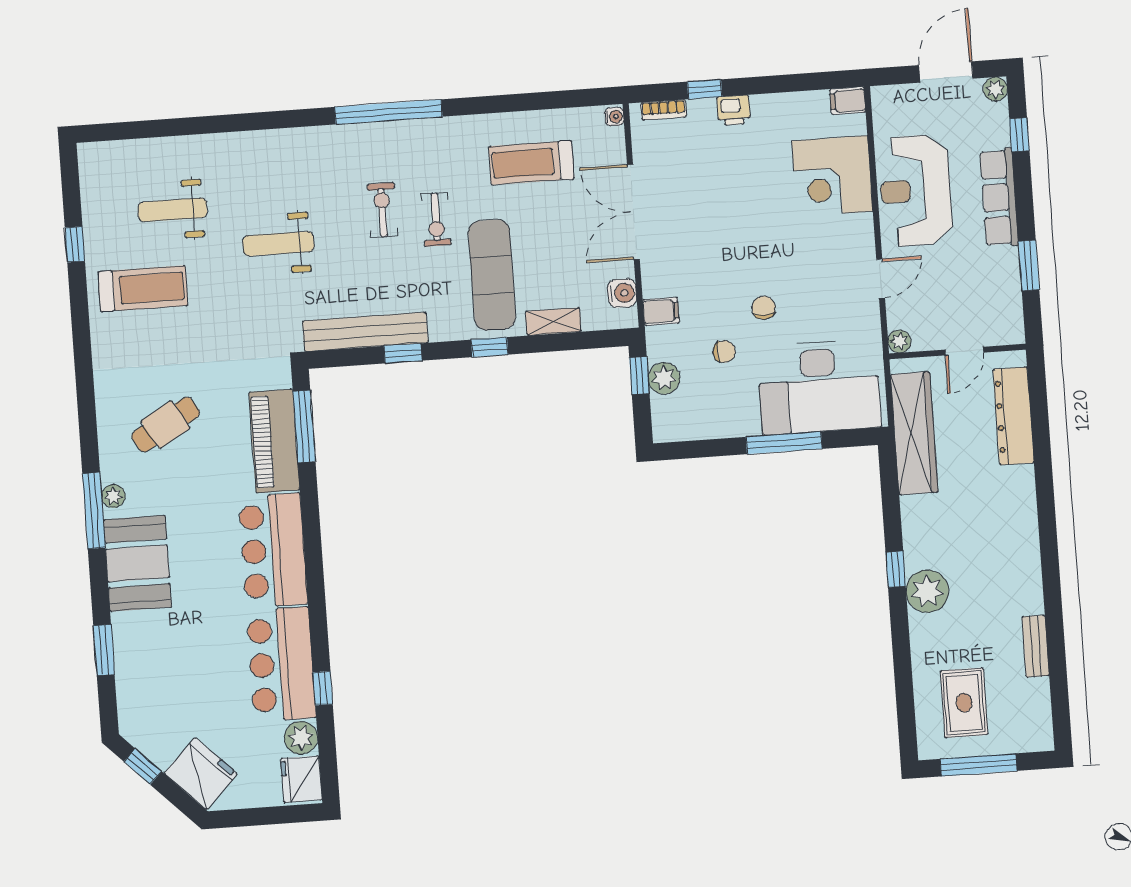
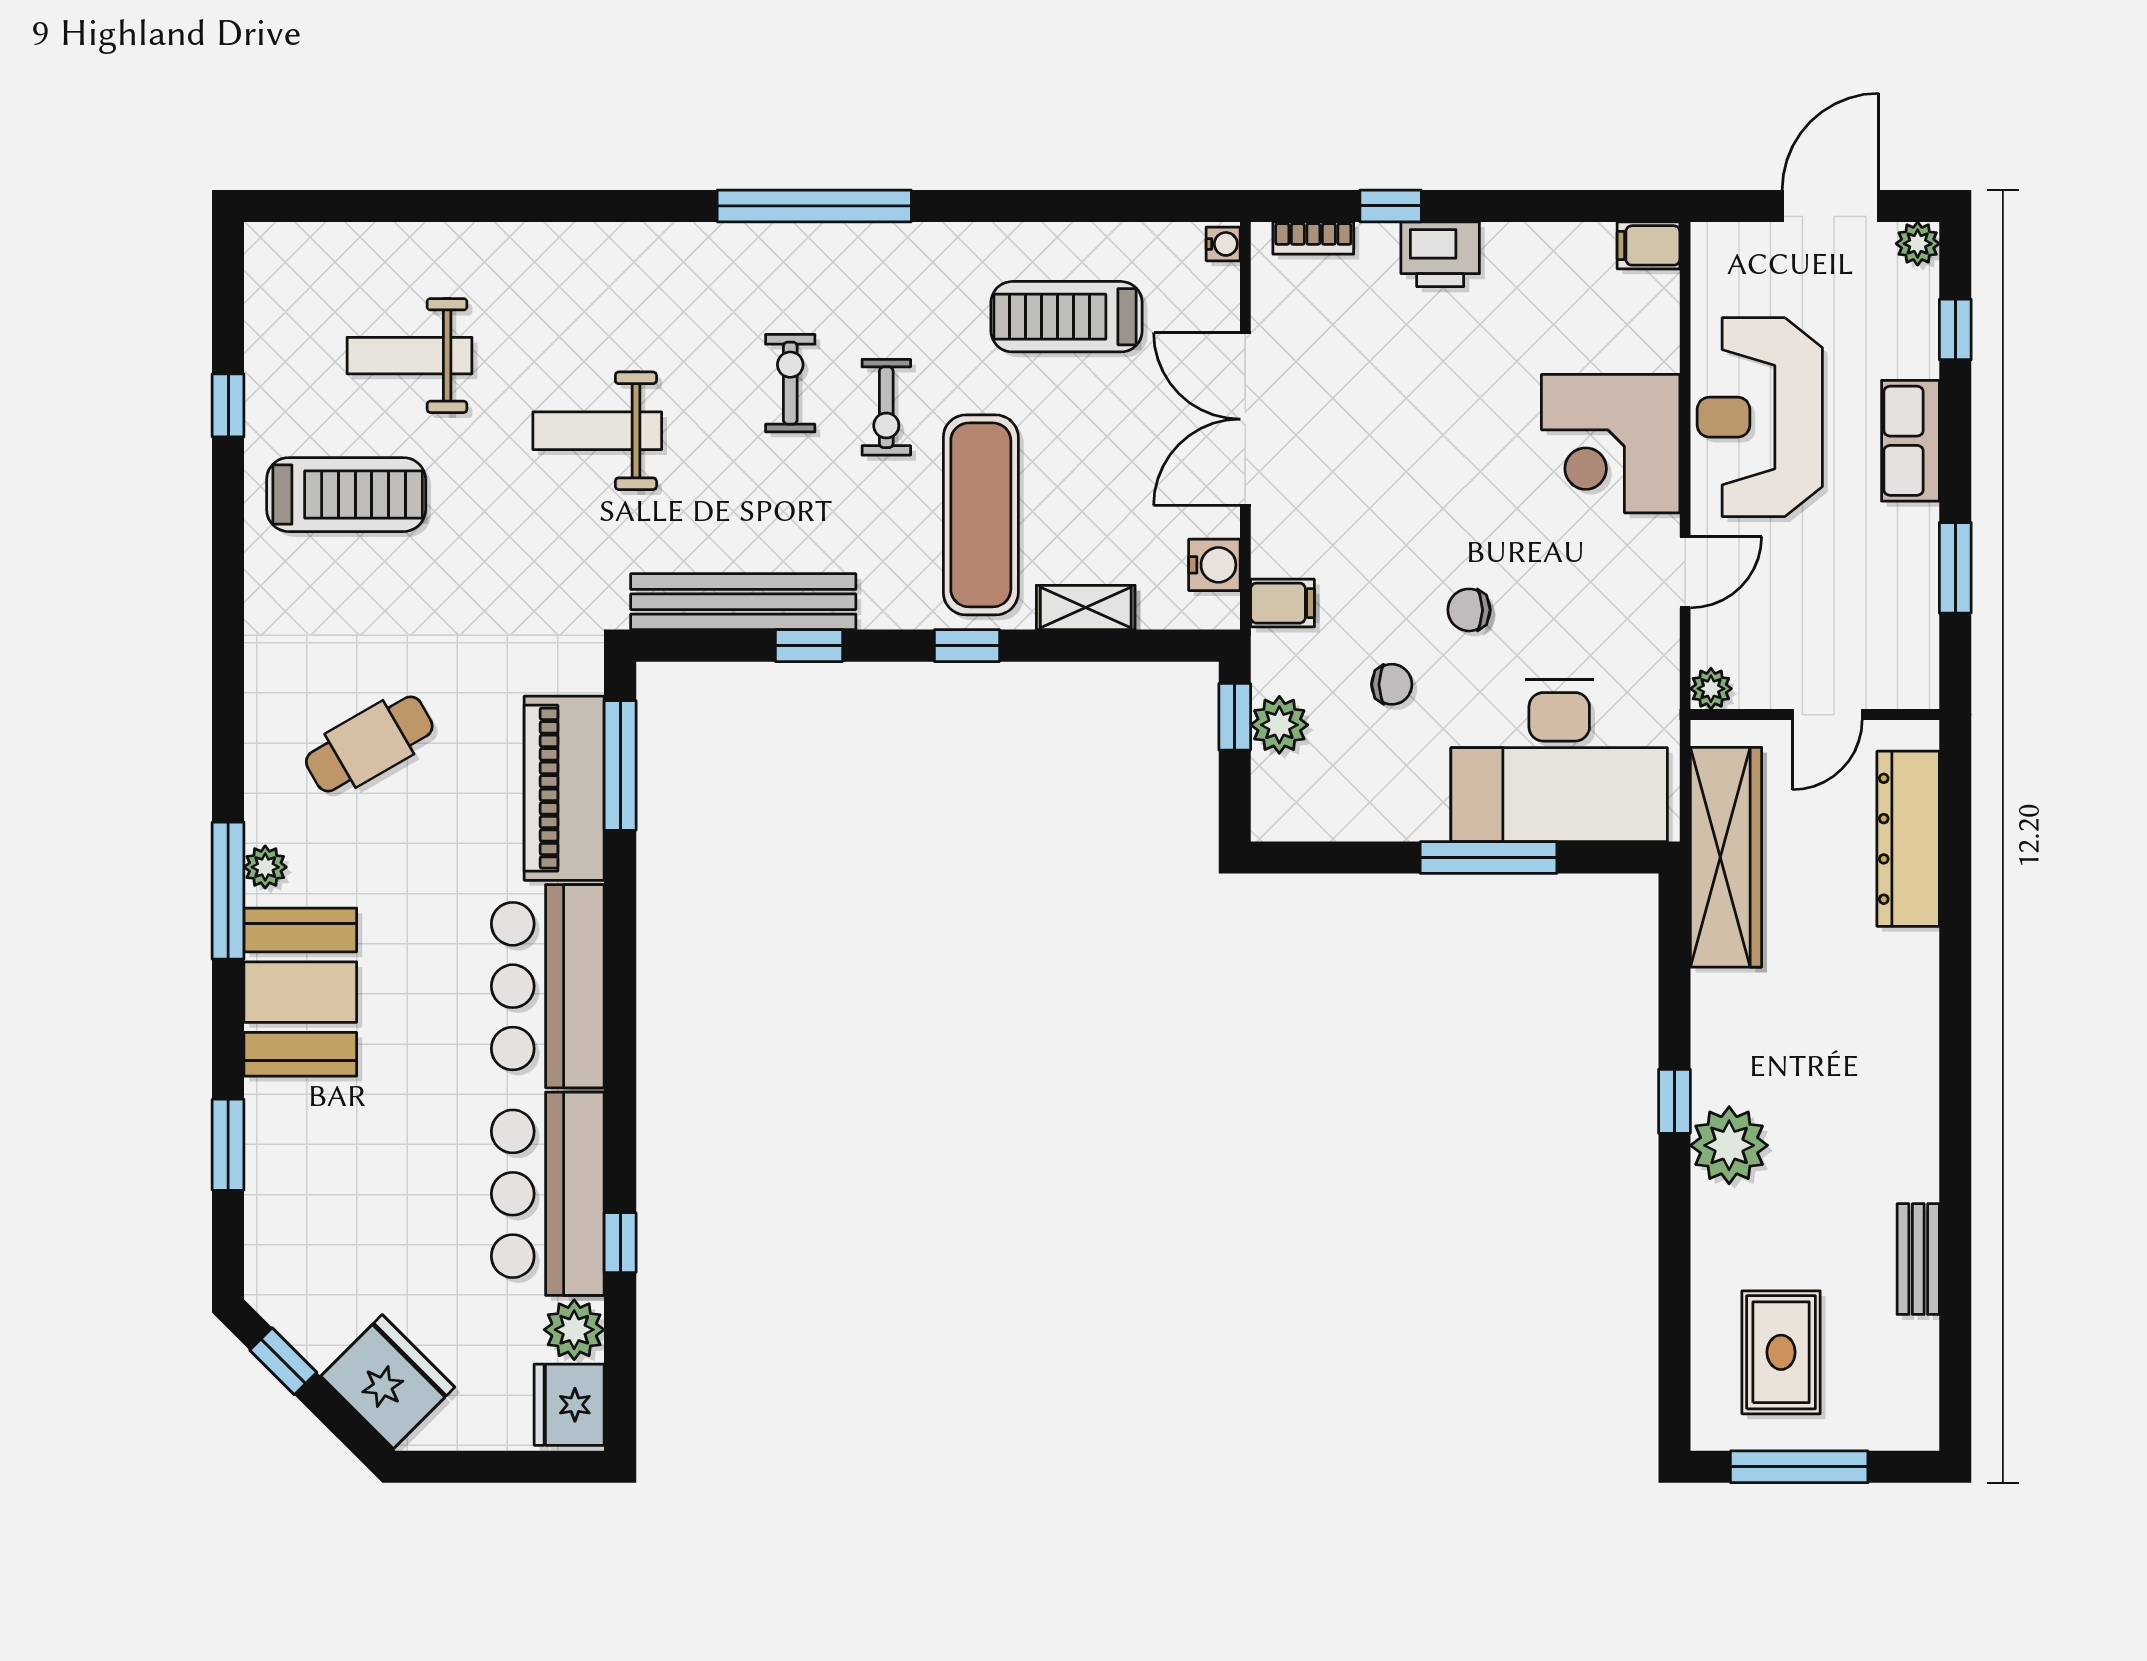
printer: (734, 110) -> (1440, 254), width x1.36, depth x1.24
corner desk: (832, 176) -> (1611, 444), moved
row of seats: (999, 198) -> (1910, 441), width x0.68
chair: (764, 308) -> (1469, 610), turned -90

